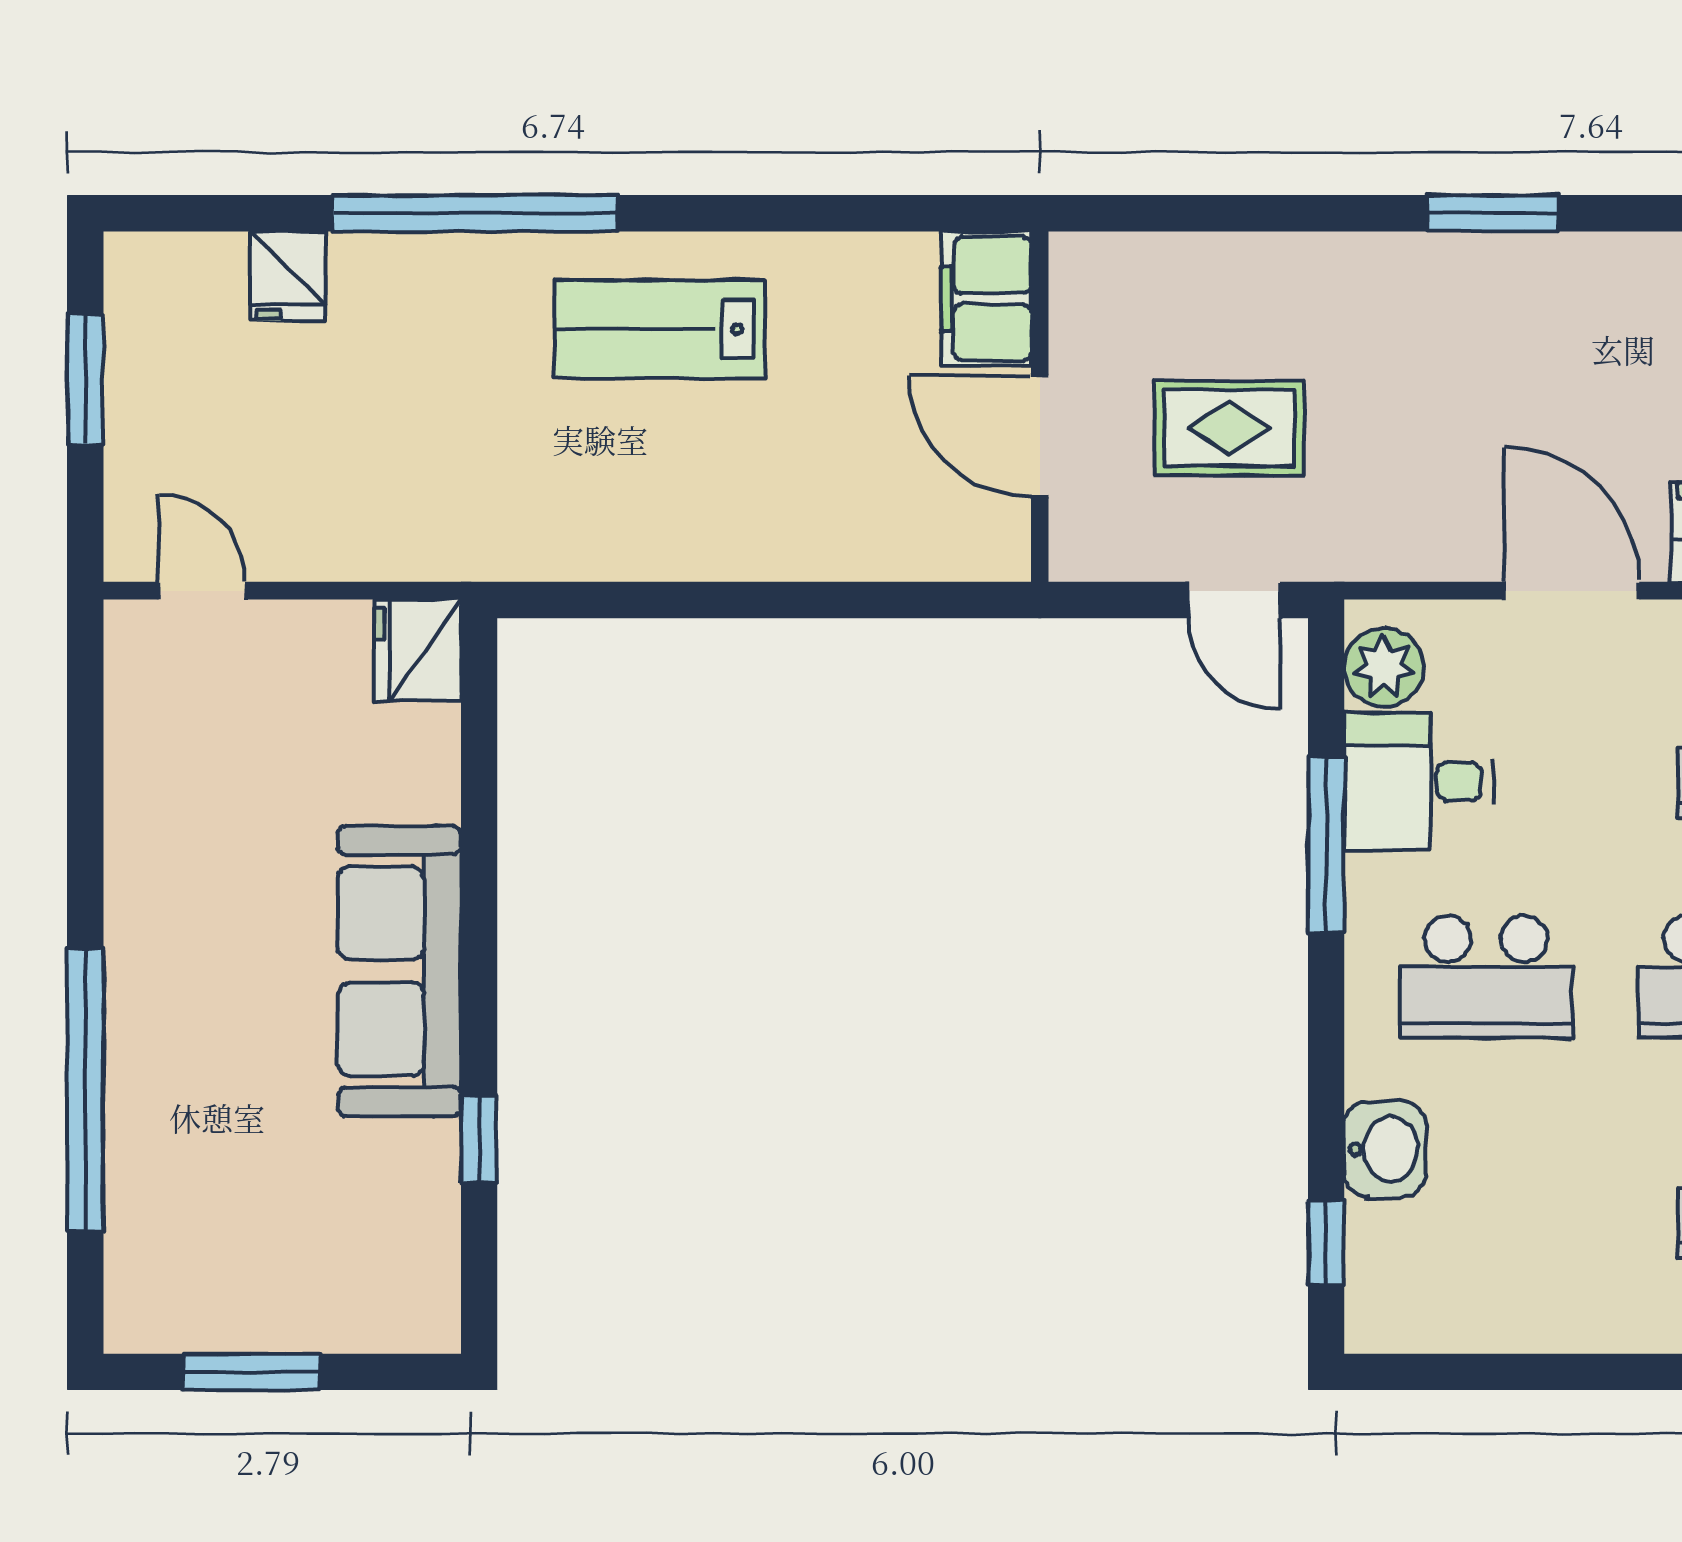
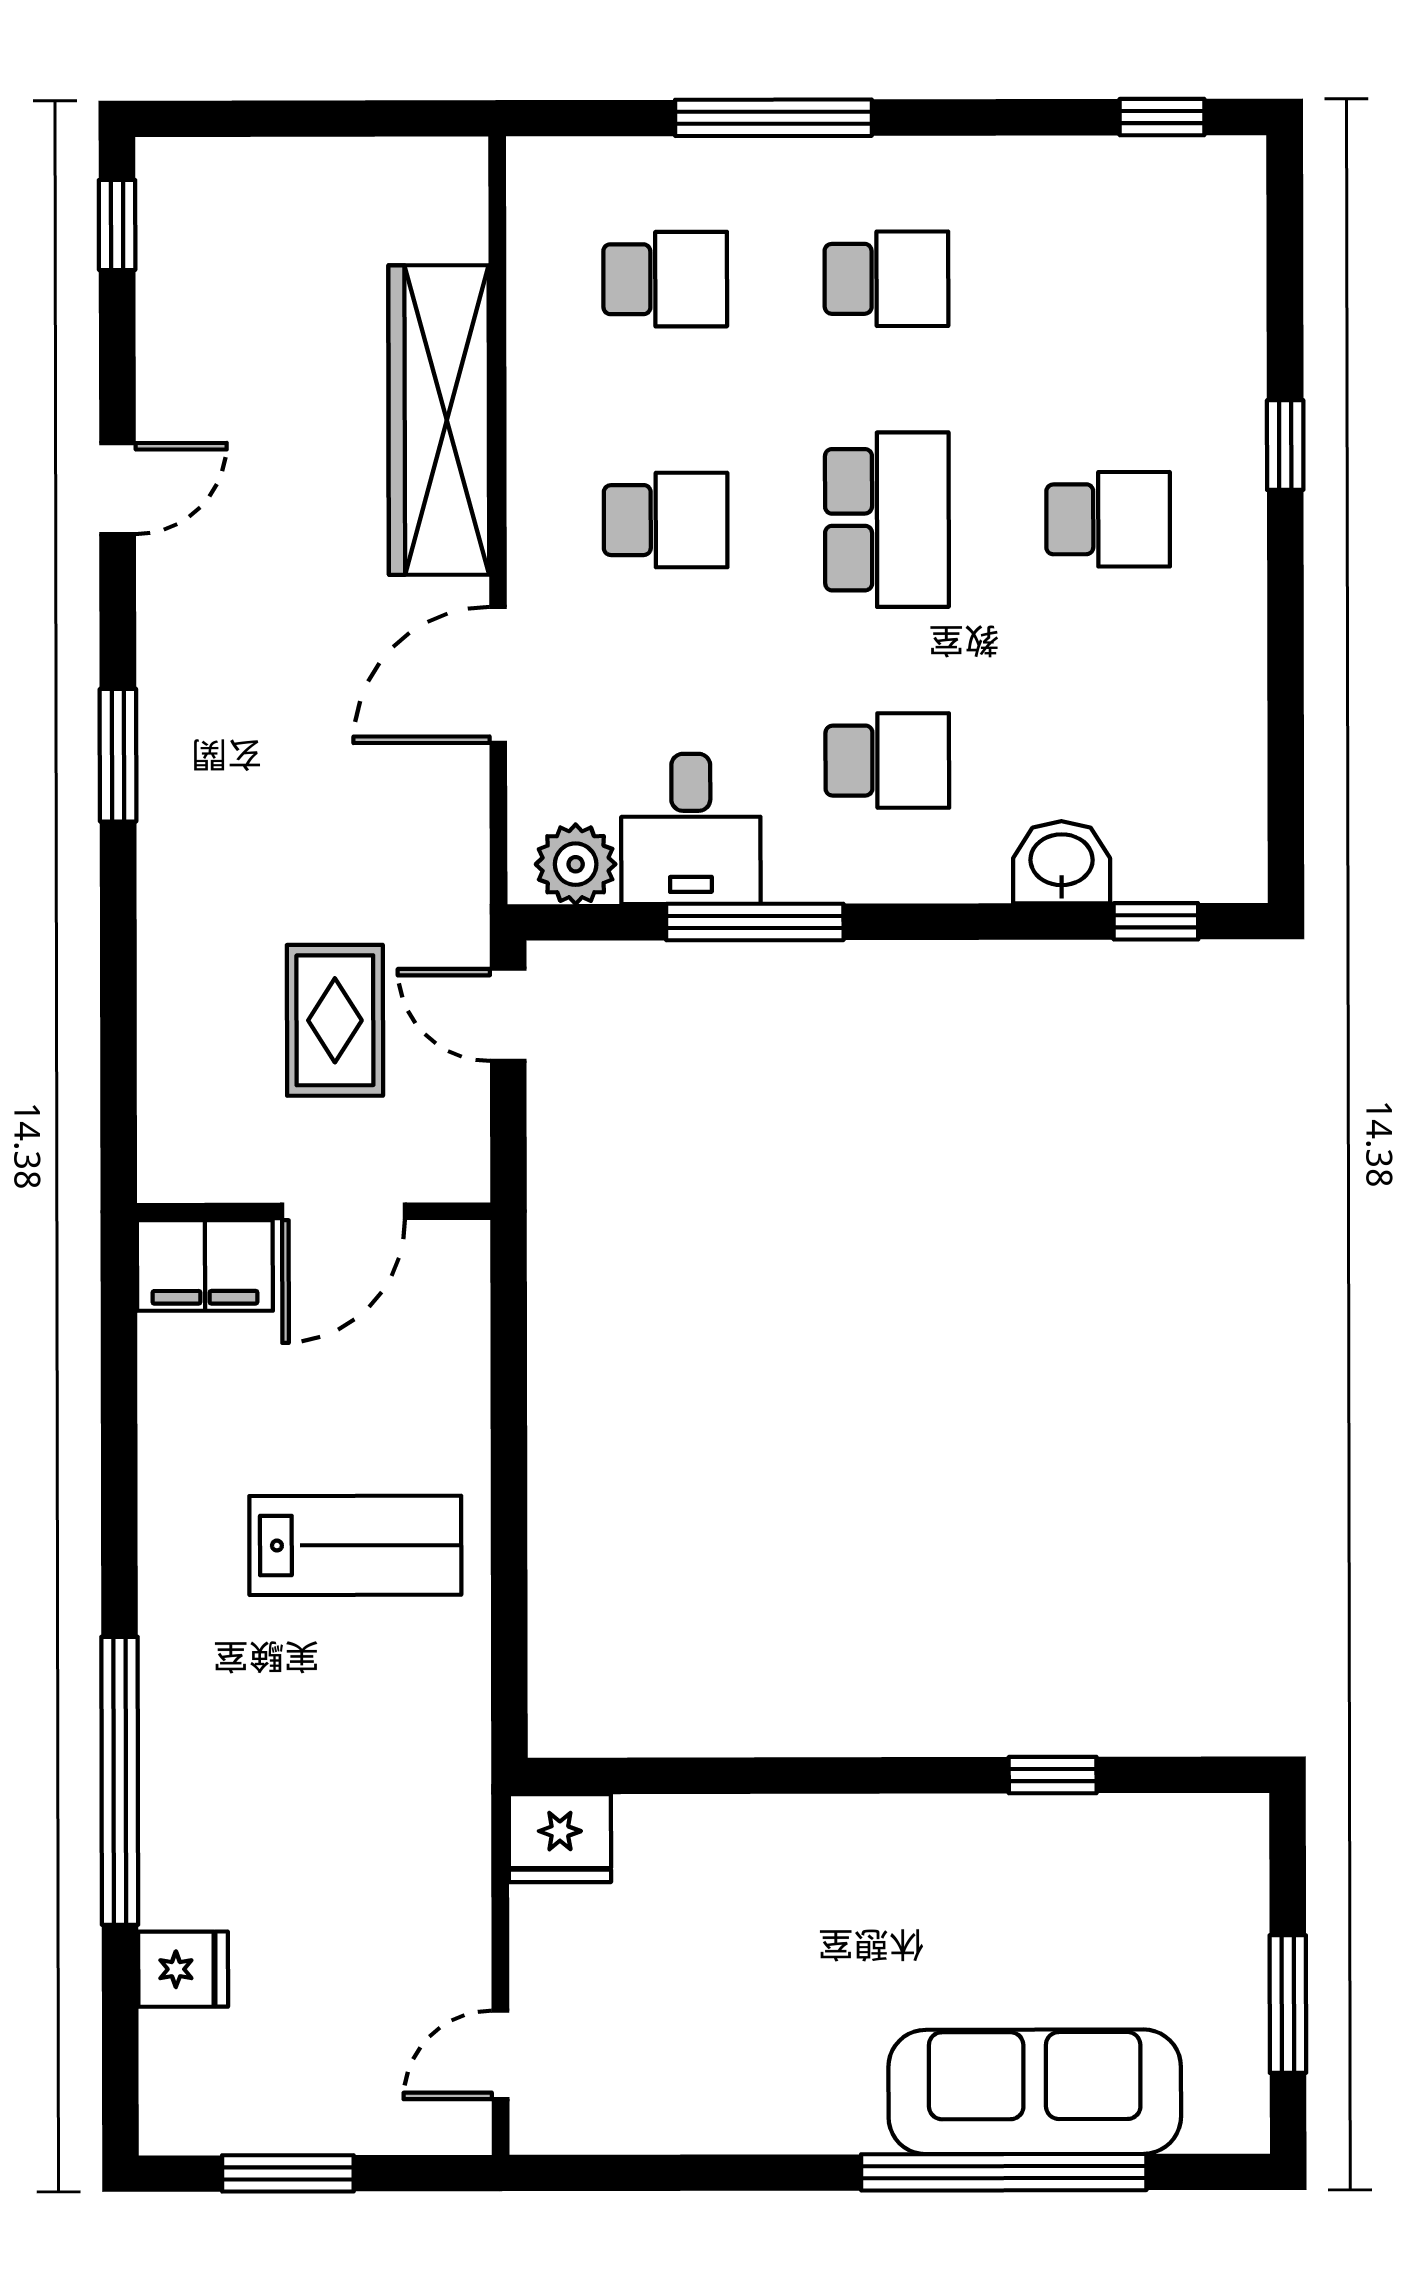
lab bench: (659, 329) -> (355, 1545), moved, turned -90
door: (1234, 600) -> (508, 1015), swing flipped
sofa: (399, 971) -> (1035, 2092), moved, turned 180
school desk: (1486, 977) -> (887, 761), width x0.54

